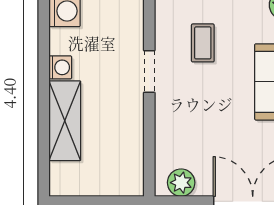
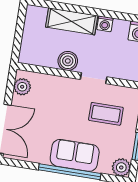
coffee table: (203, 43) -> (106, 114), width x1.36, depth x1.30
boiler: (129, 117) -> (68, 61), added

